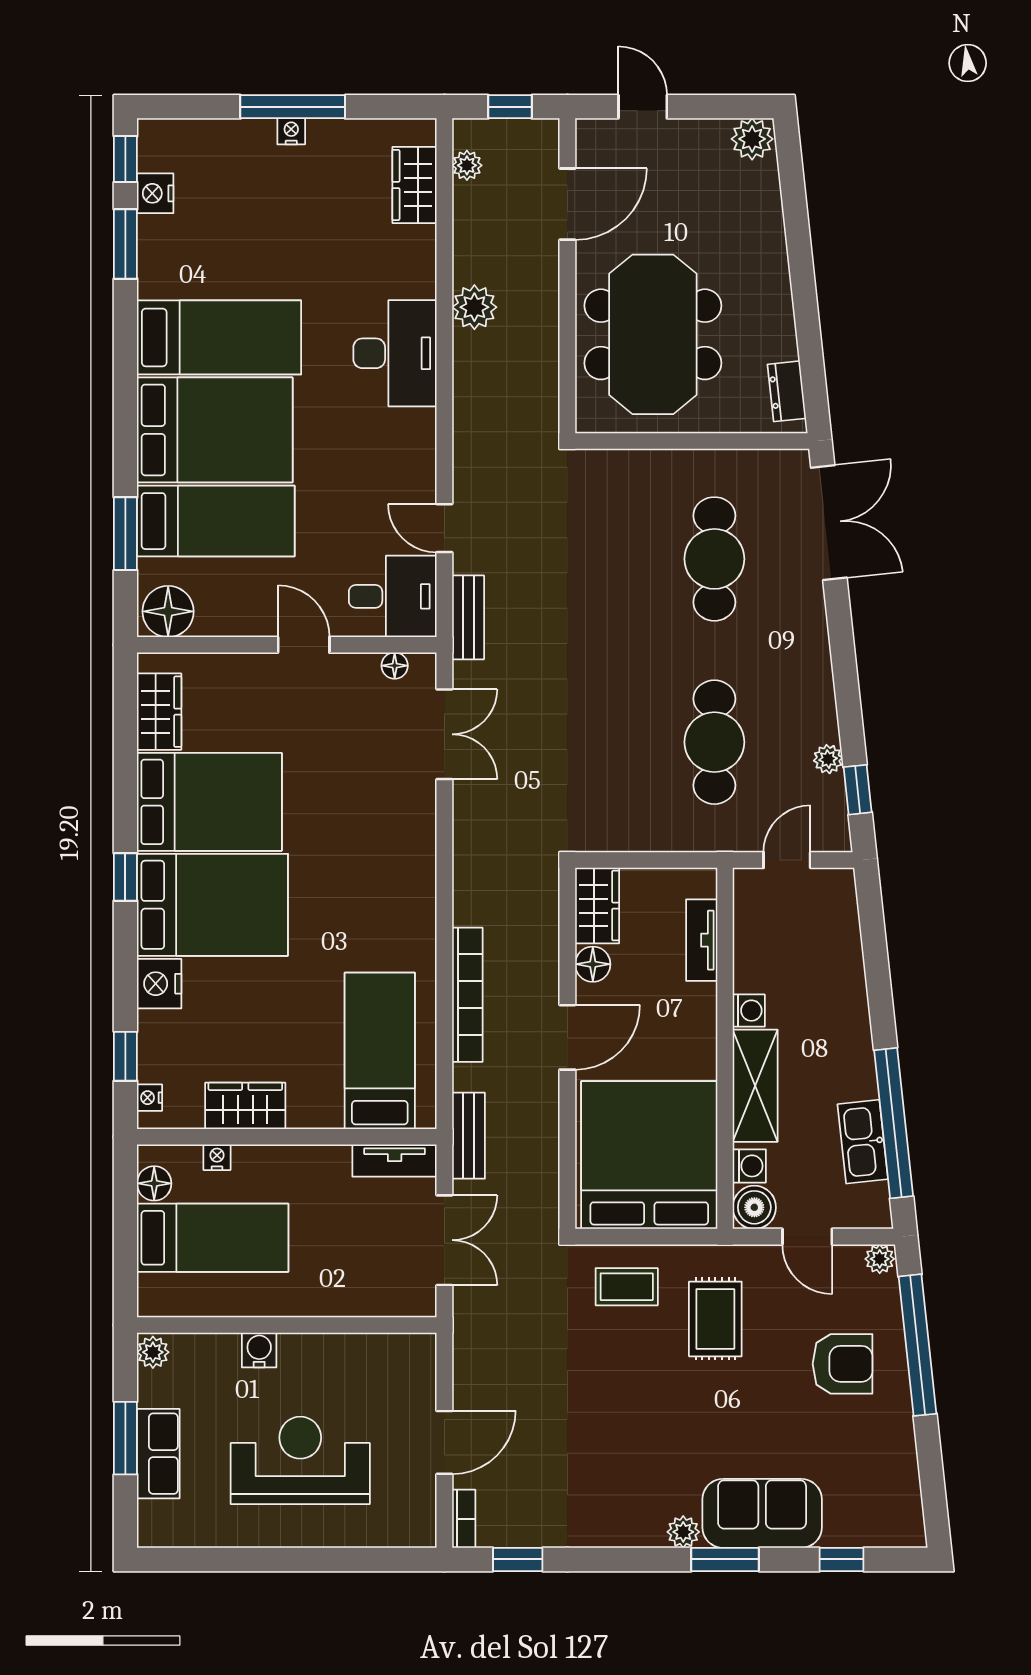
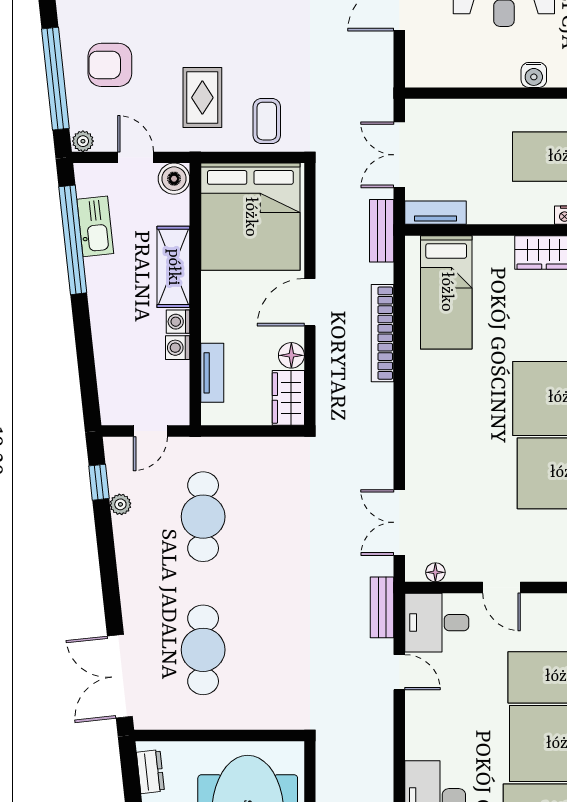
washing machine: (749, 1166) -> (178, 348), moved
coffee table: (627, 1287) -> (267, 121), turned 90

